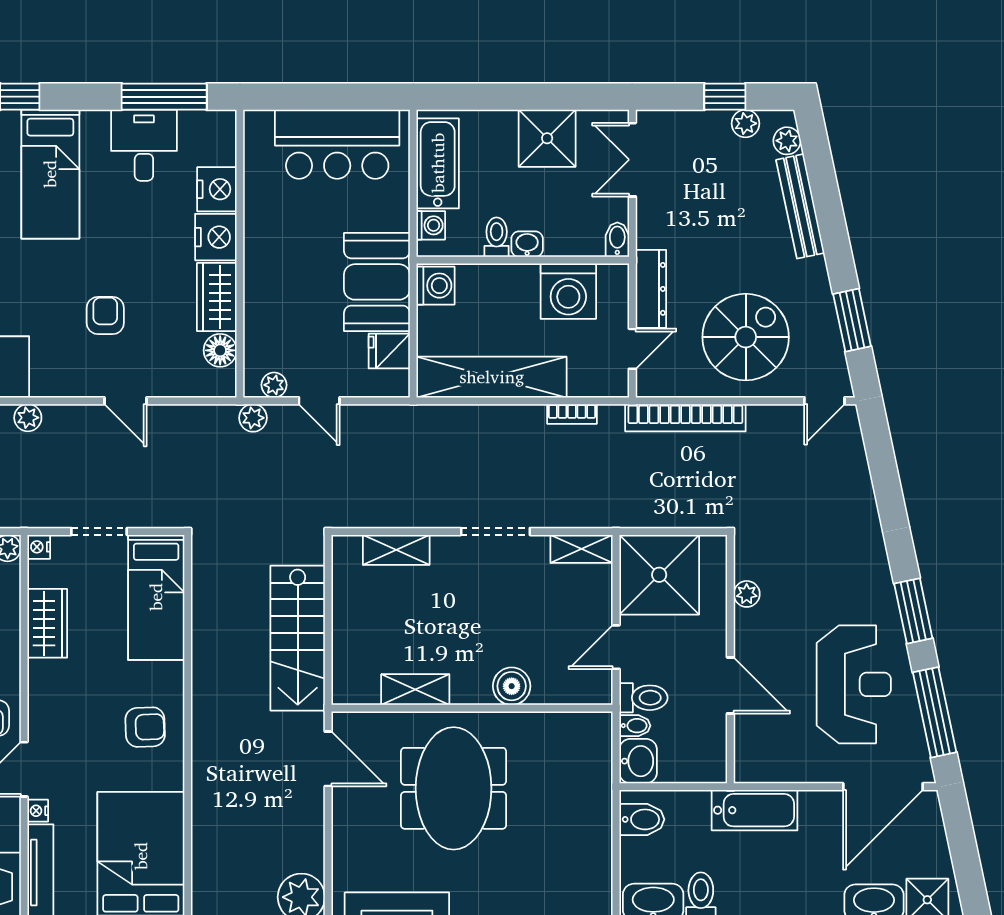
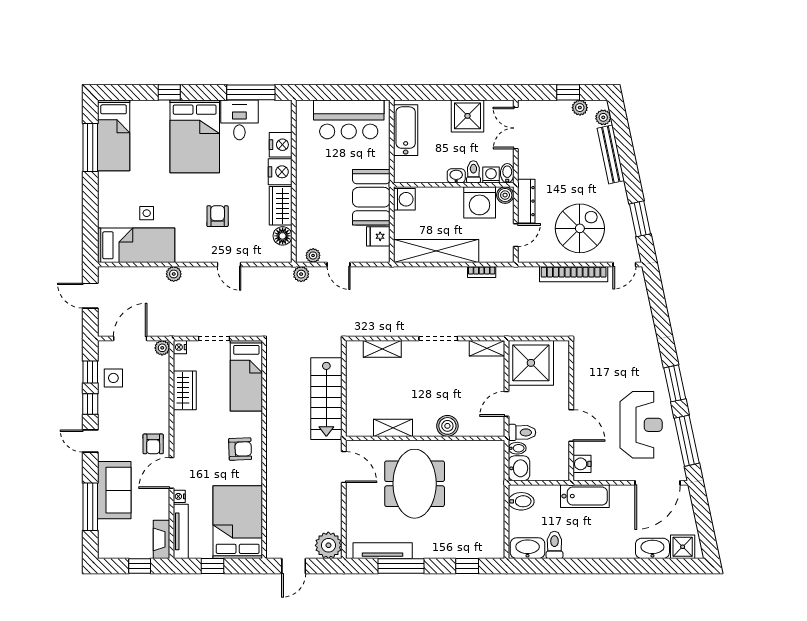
bed: (50, 174) -> (195, 136), width x1.50
washing machine: (431, 225) -> (491, 175), moved, turned -90
toilet: (497, 237) -> (473, 172), moved
boiler: (613, 278) -> (505, 195), added
bookcase: (685, 418) -> (574, 274), moved
plant: (747, 594) -> (580, 374), removed
water cooler: (749, 753) -> (582, 464), added

